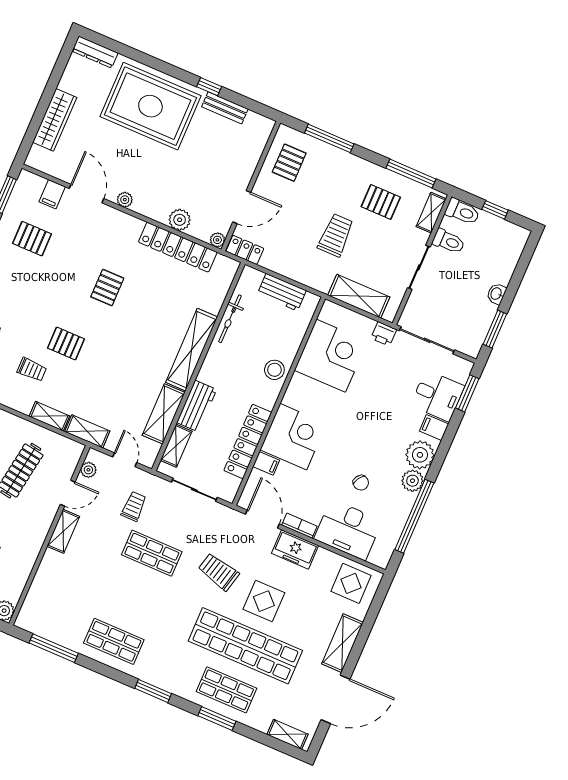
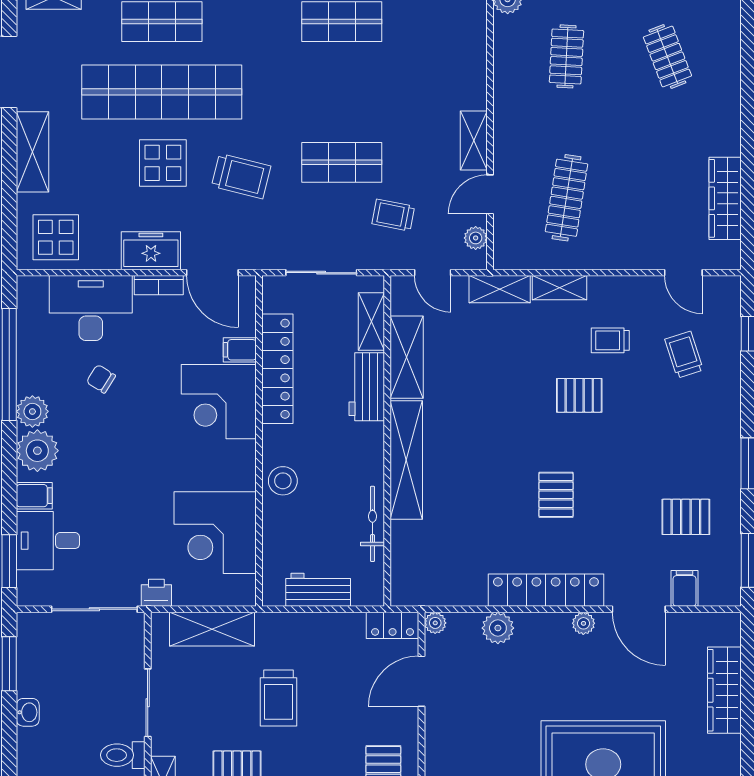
locker: (178, 247) -> (546, 590), moved
trolley: (134, 506) -> (393, 215), turned 101

